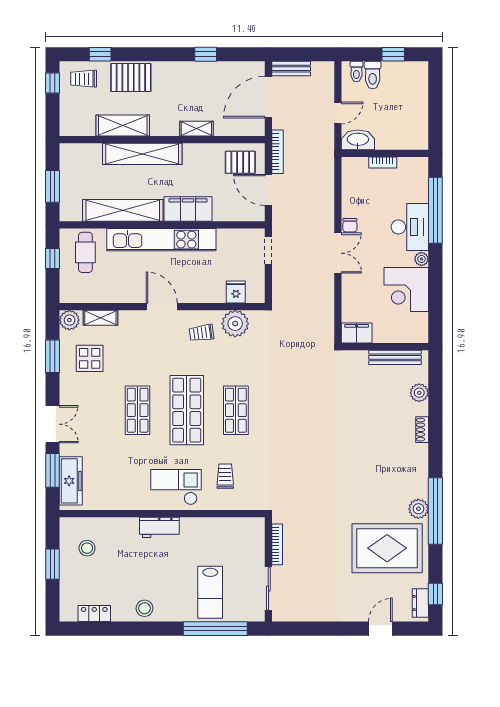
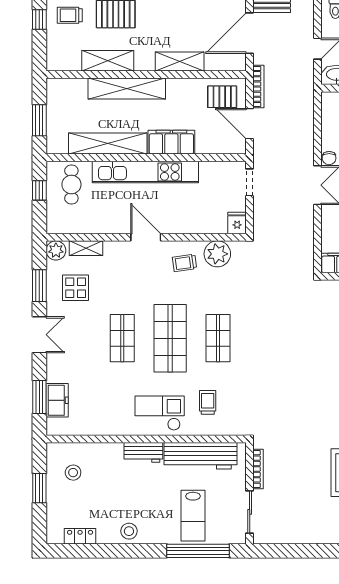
shelving: (196, 129) -> (180, 61), width x1.50, depth x1.33
fridge: (236, 292) -> (237, 223), moved
double door: (53, 424) -> (39, 335), moved
freezer: (71, 481) -> (57, 400), width x0.71
workbench: (218, 531) -> (200, 456), added

